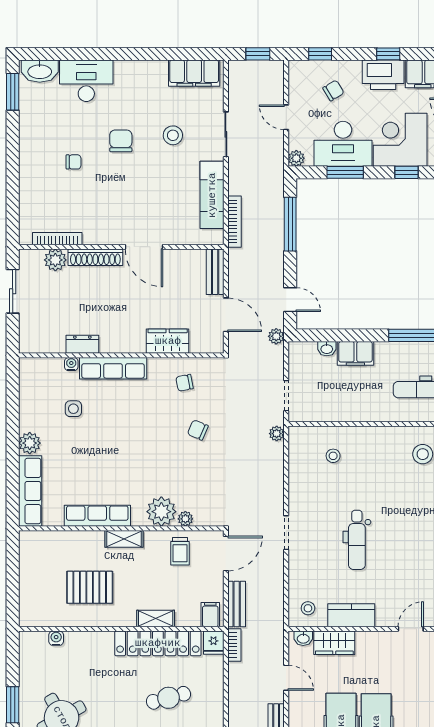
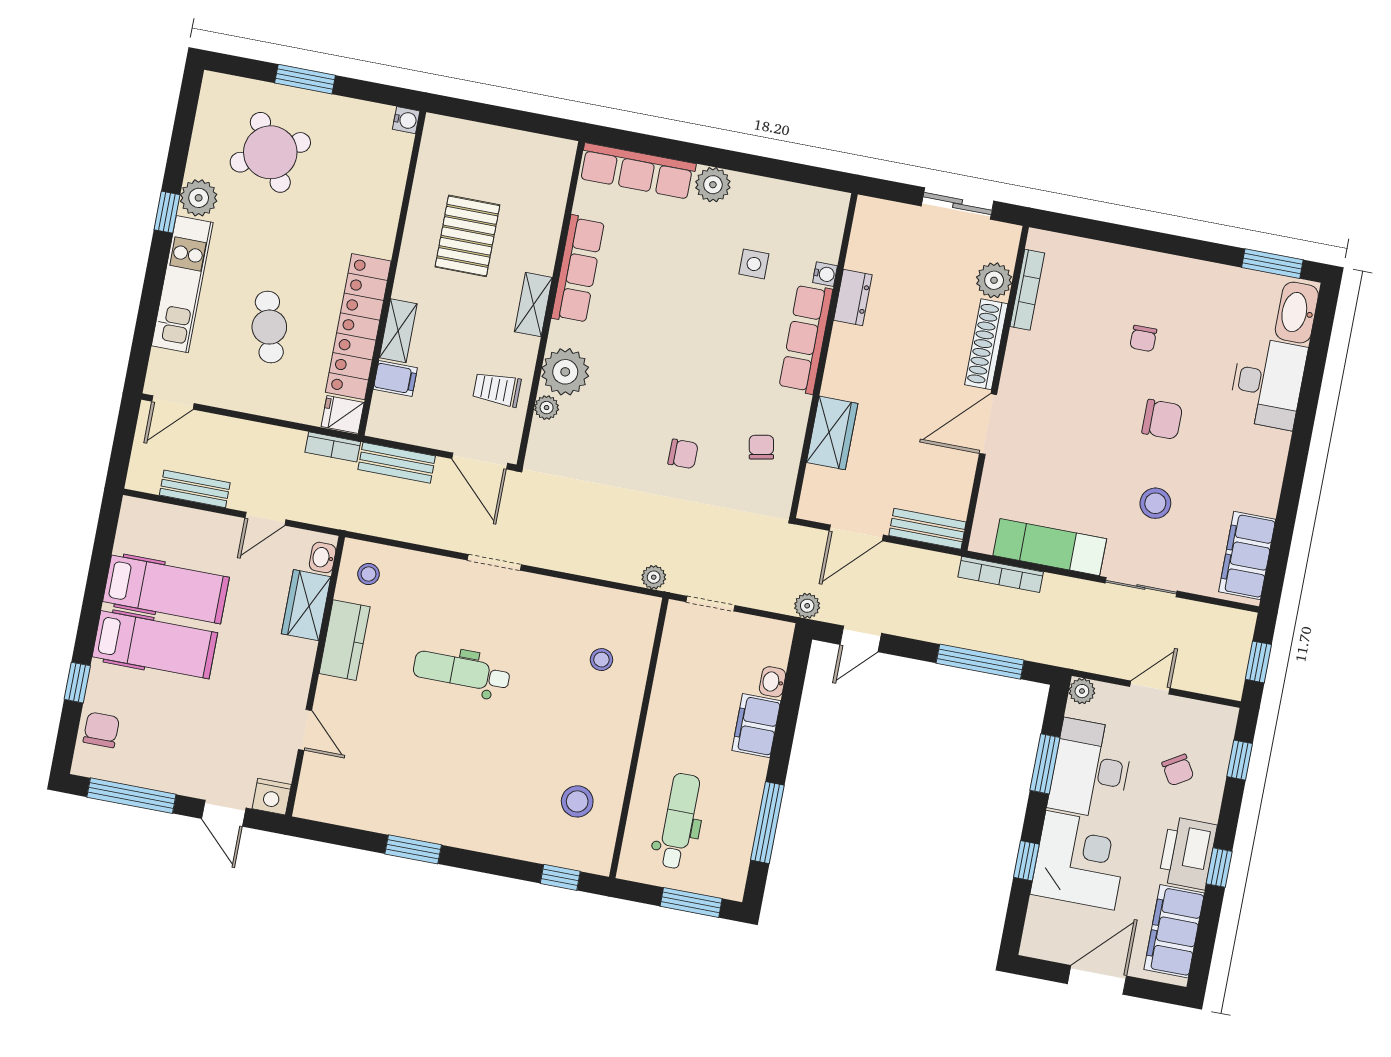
chair: (198, 430) -> (683, 454), turned 67
filing cabinet: (210, 615) -> (395, 379), moved
water cooler: (56, 638) -> (406, 120), moved

